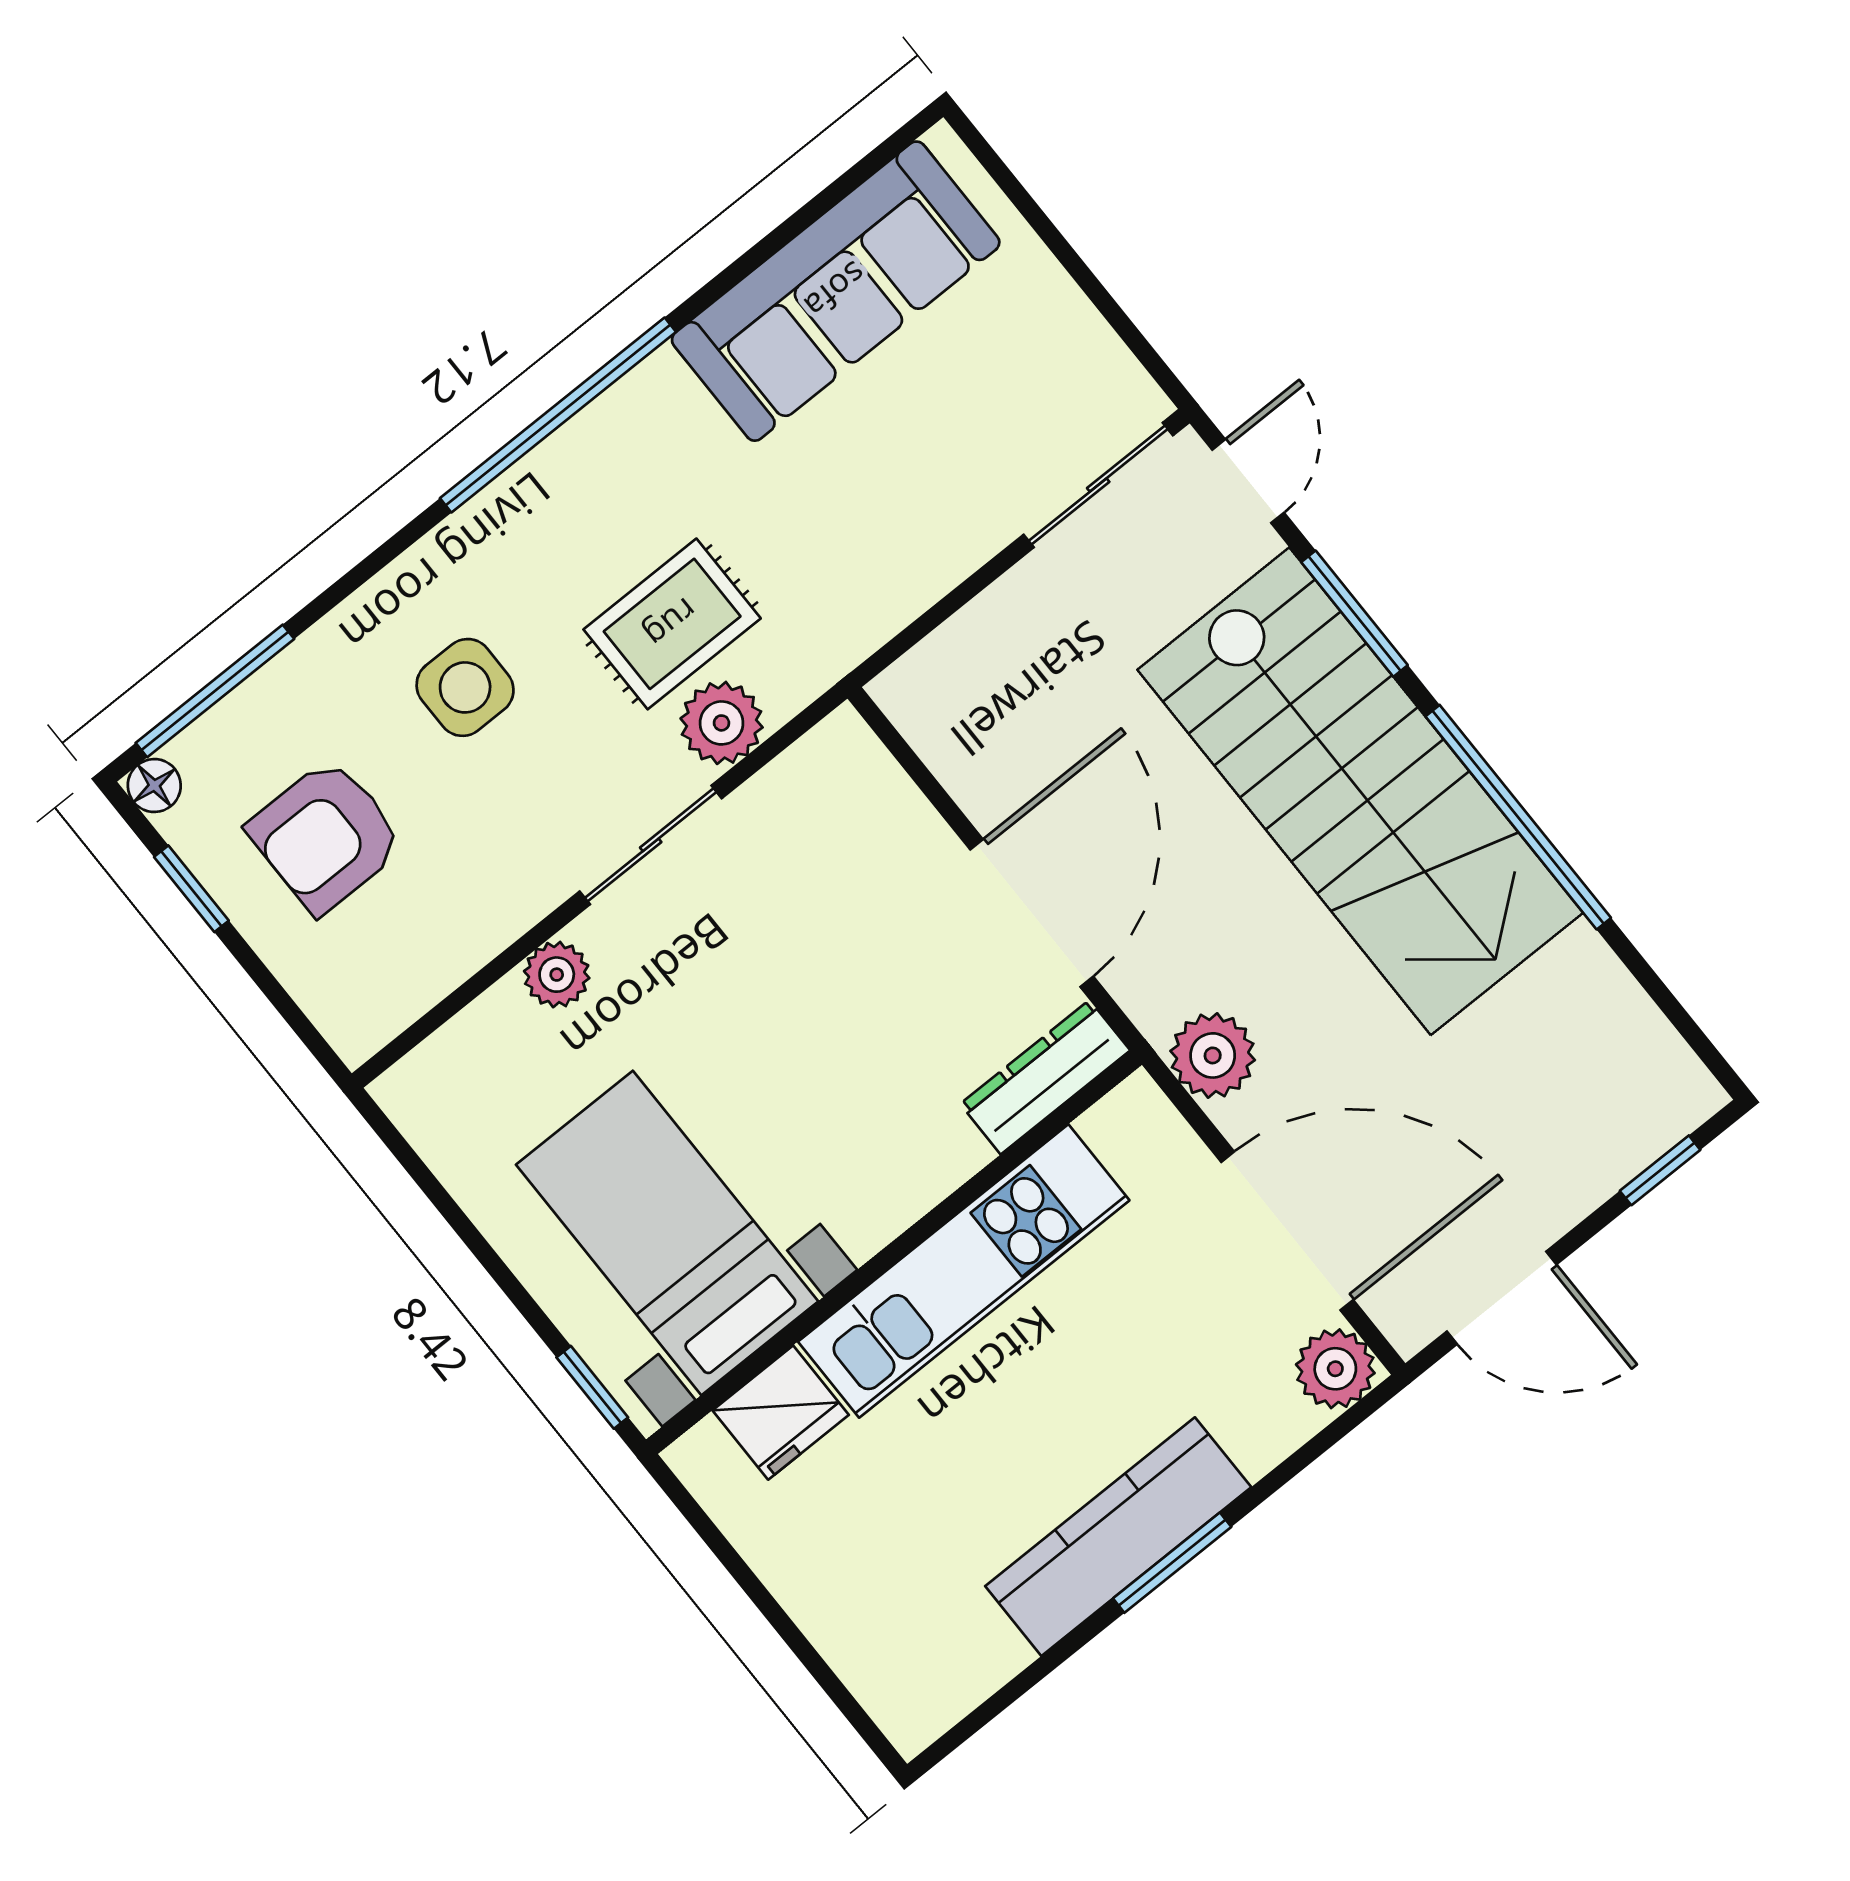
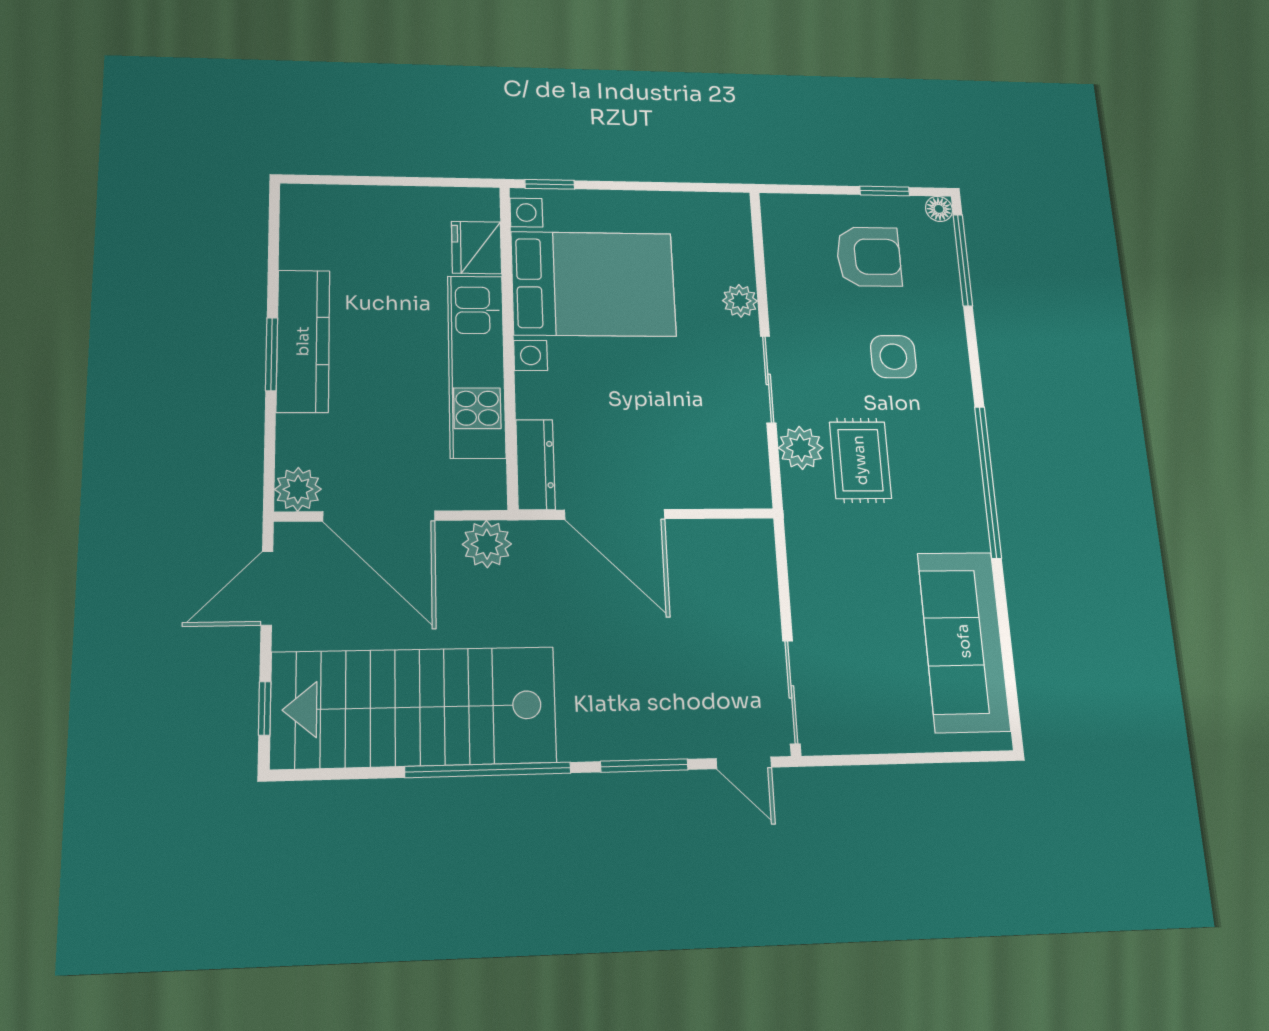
stairs: (1360, 791) -> (414, 707), moved
armchair: (326, 836) -> (869, 257), turned 90
door: (1287, 1231) -> (379, 516), hinge flipped
bed with nightstands: (667, 1233) -> (593, 284), width x1.36

